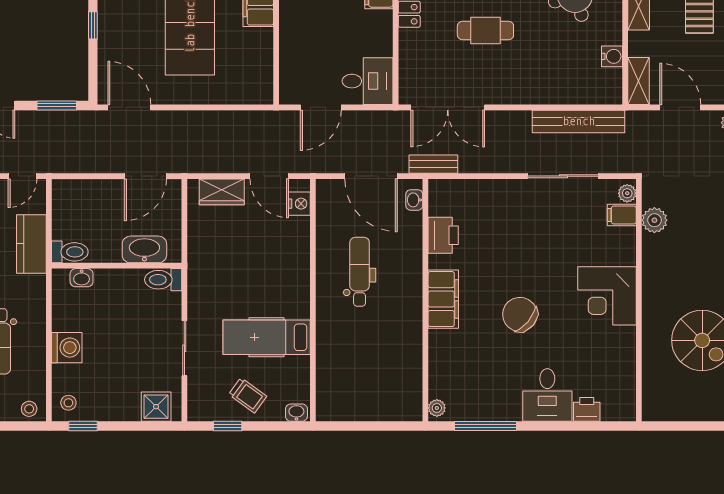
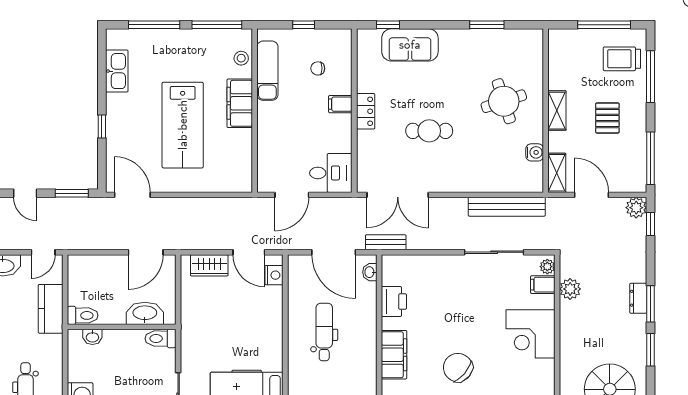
corner desk: (607, 296) -> (531, 334), moved

